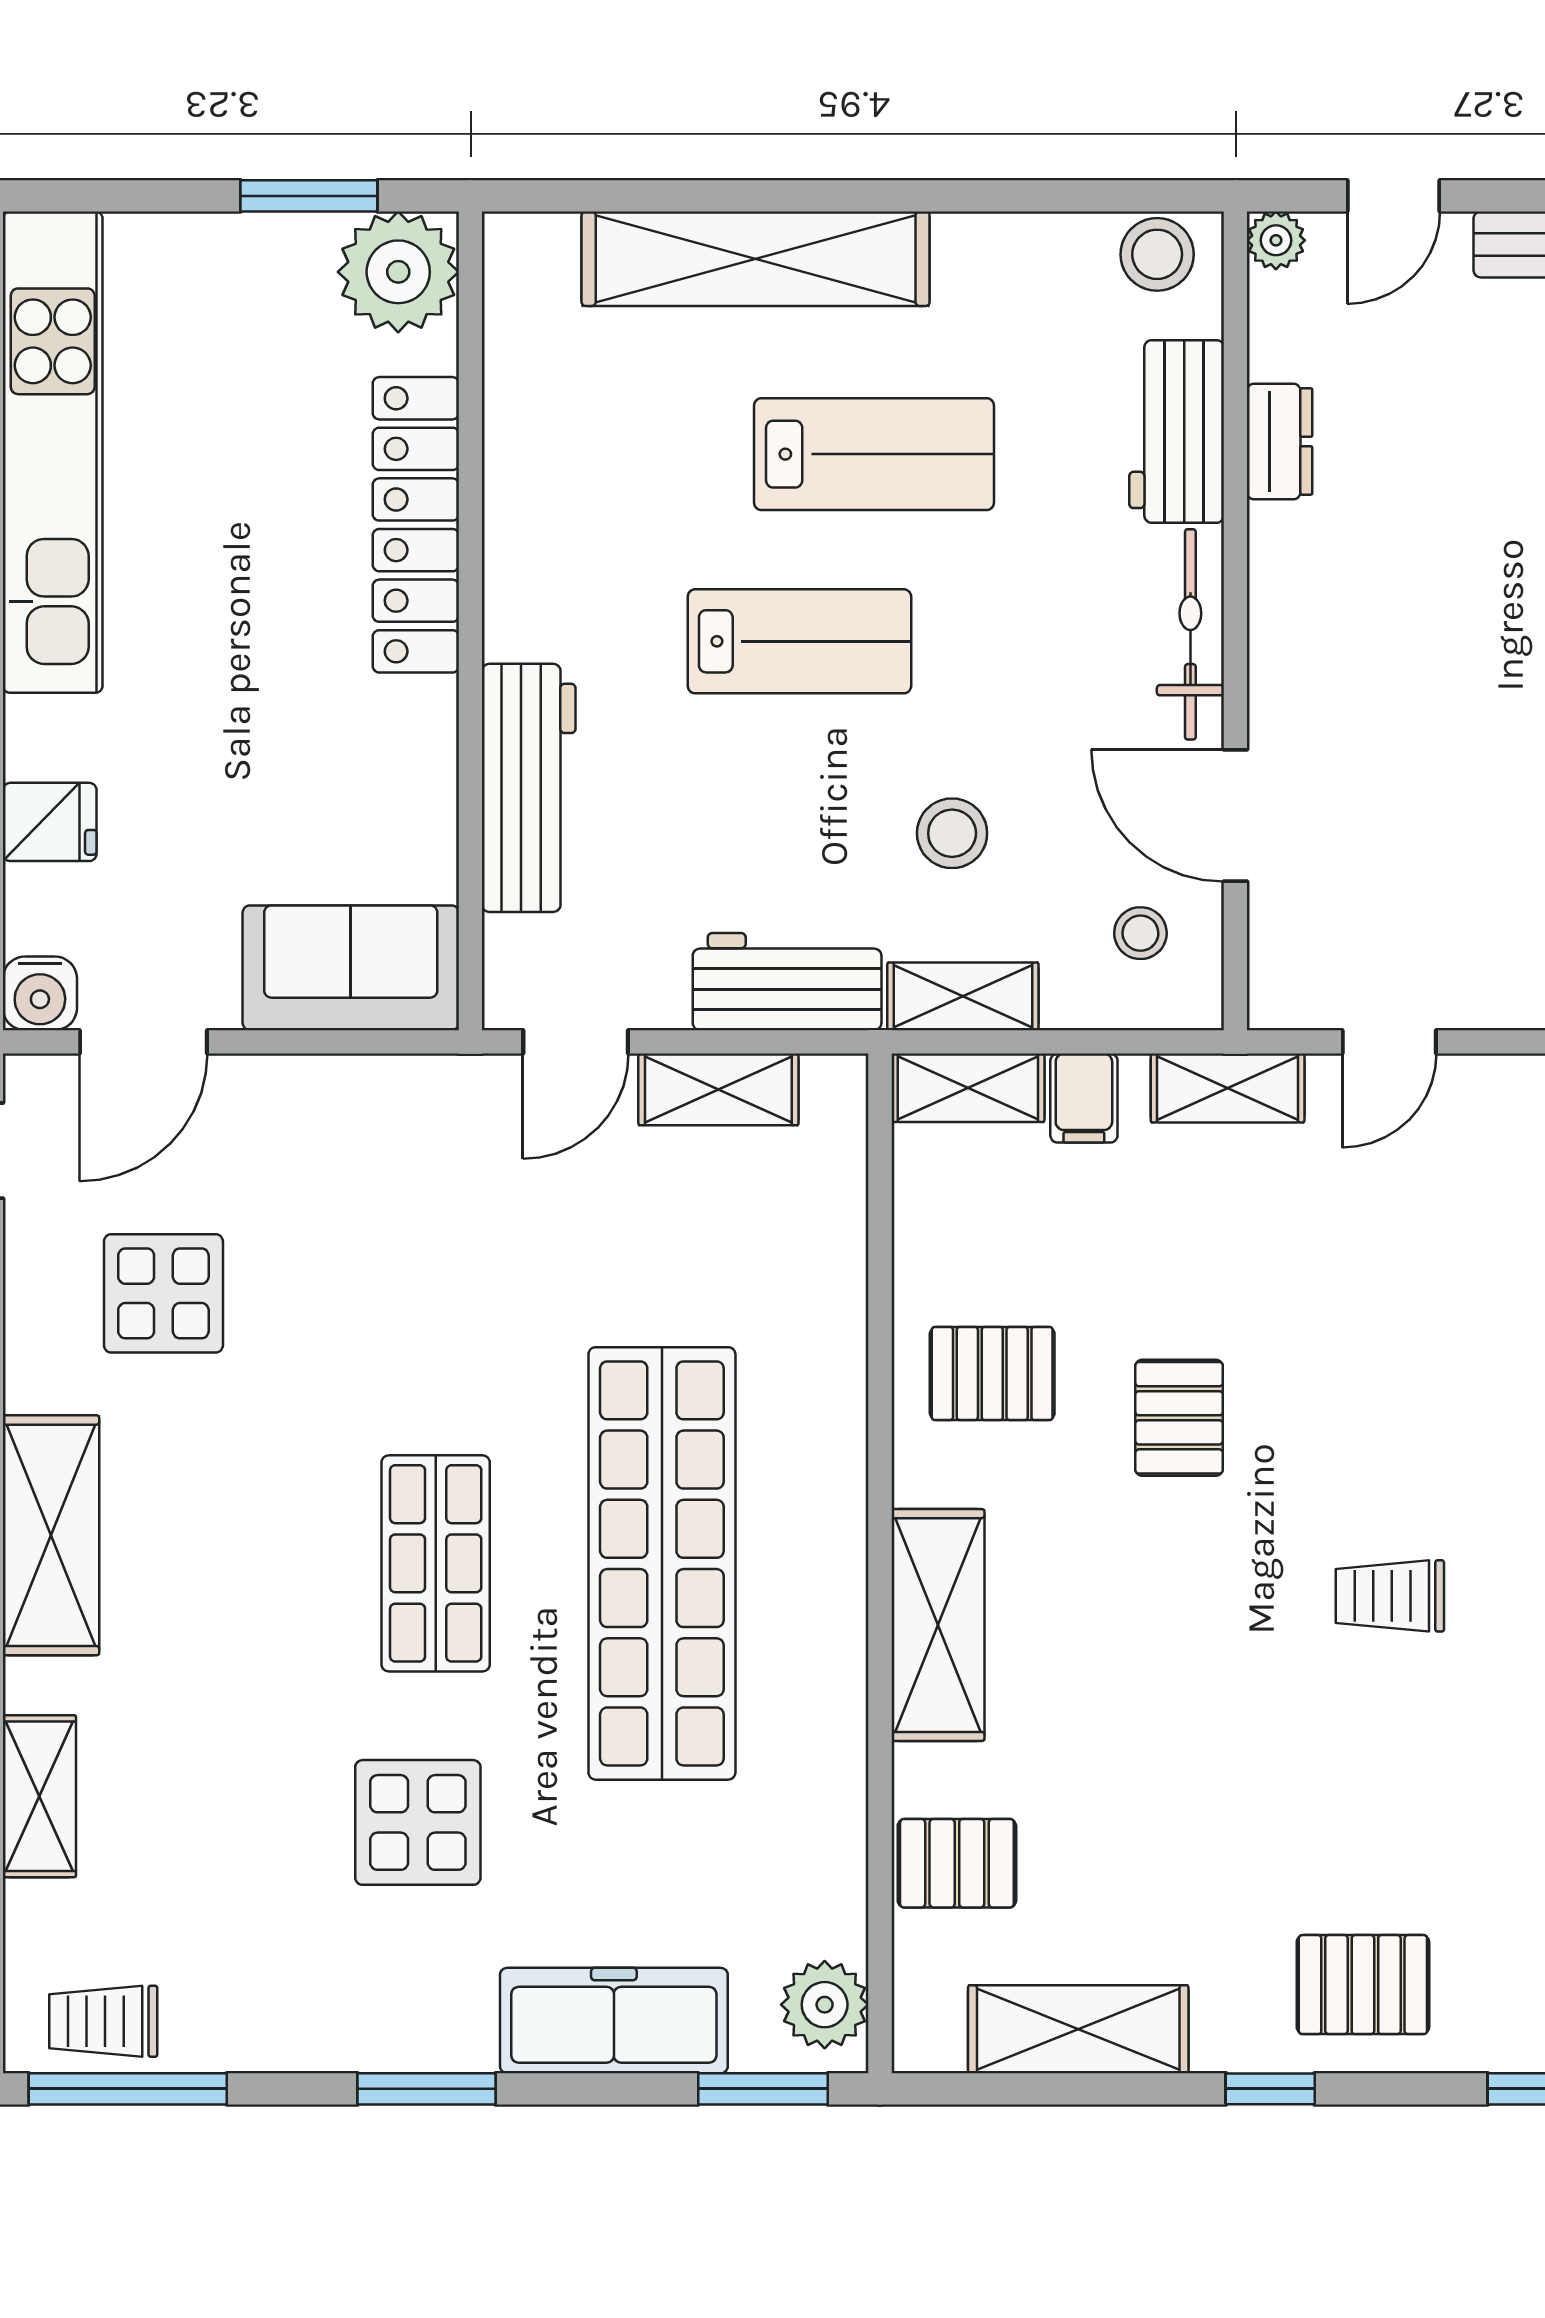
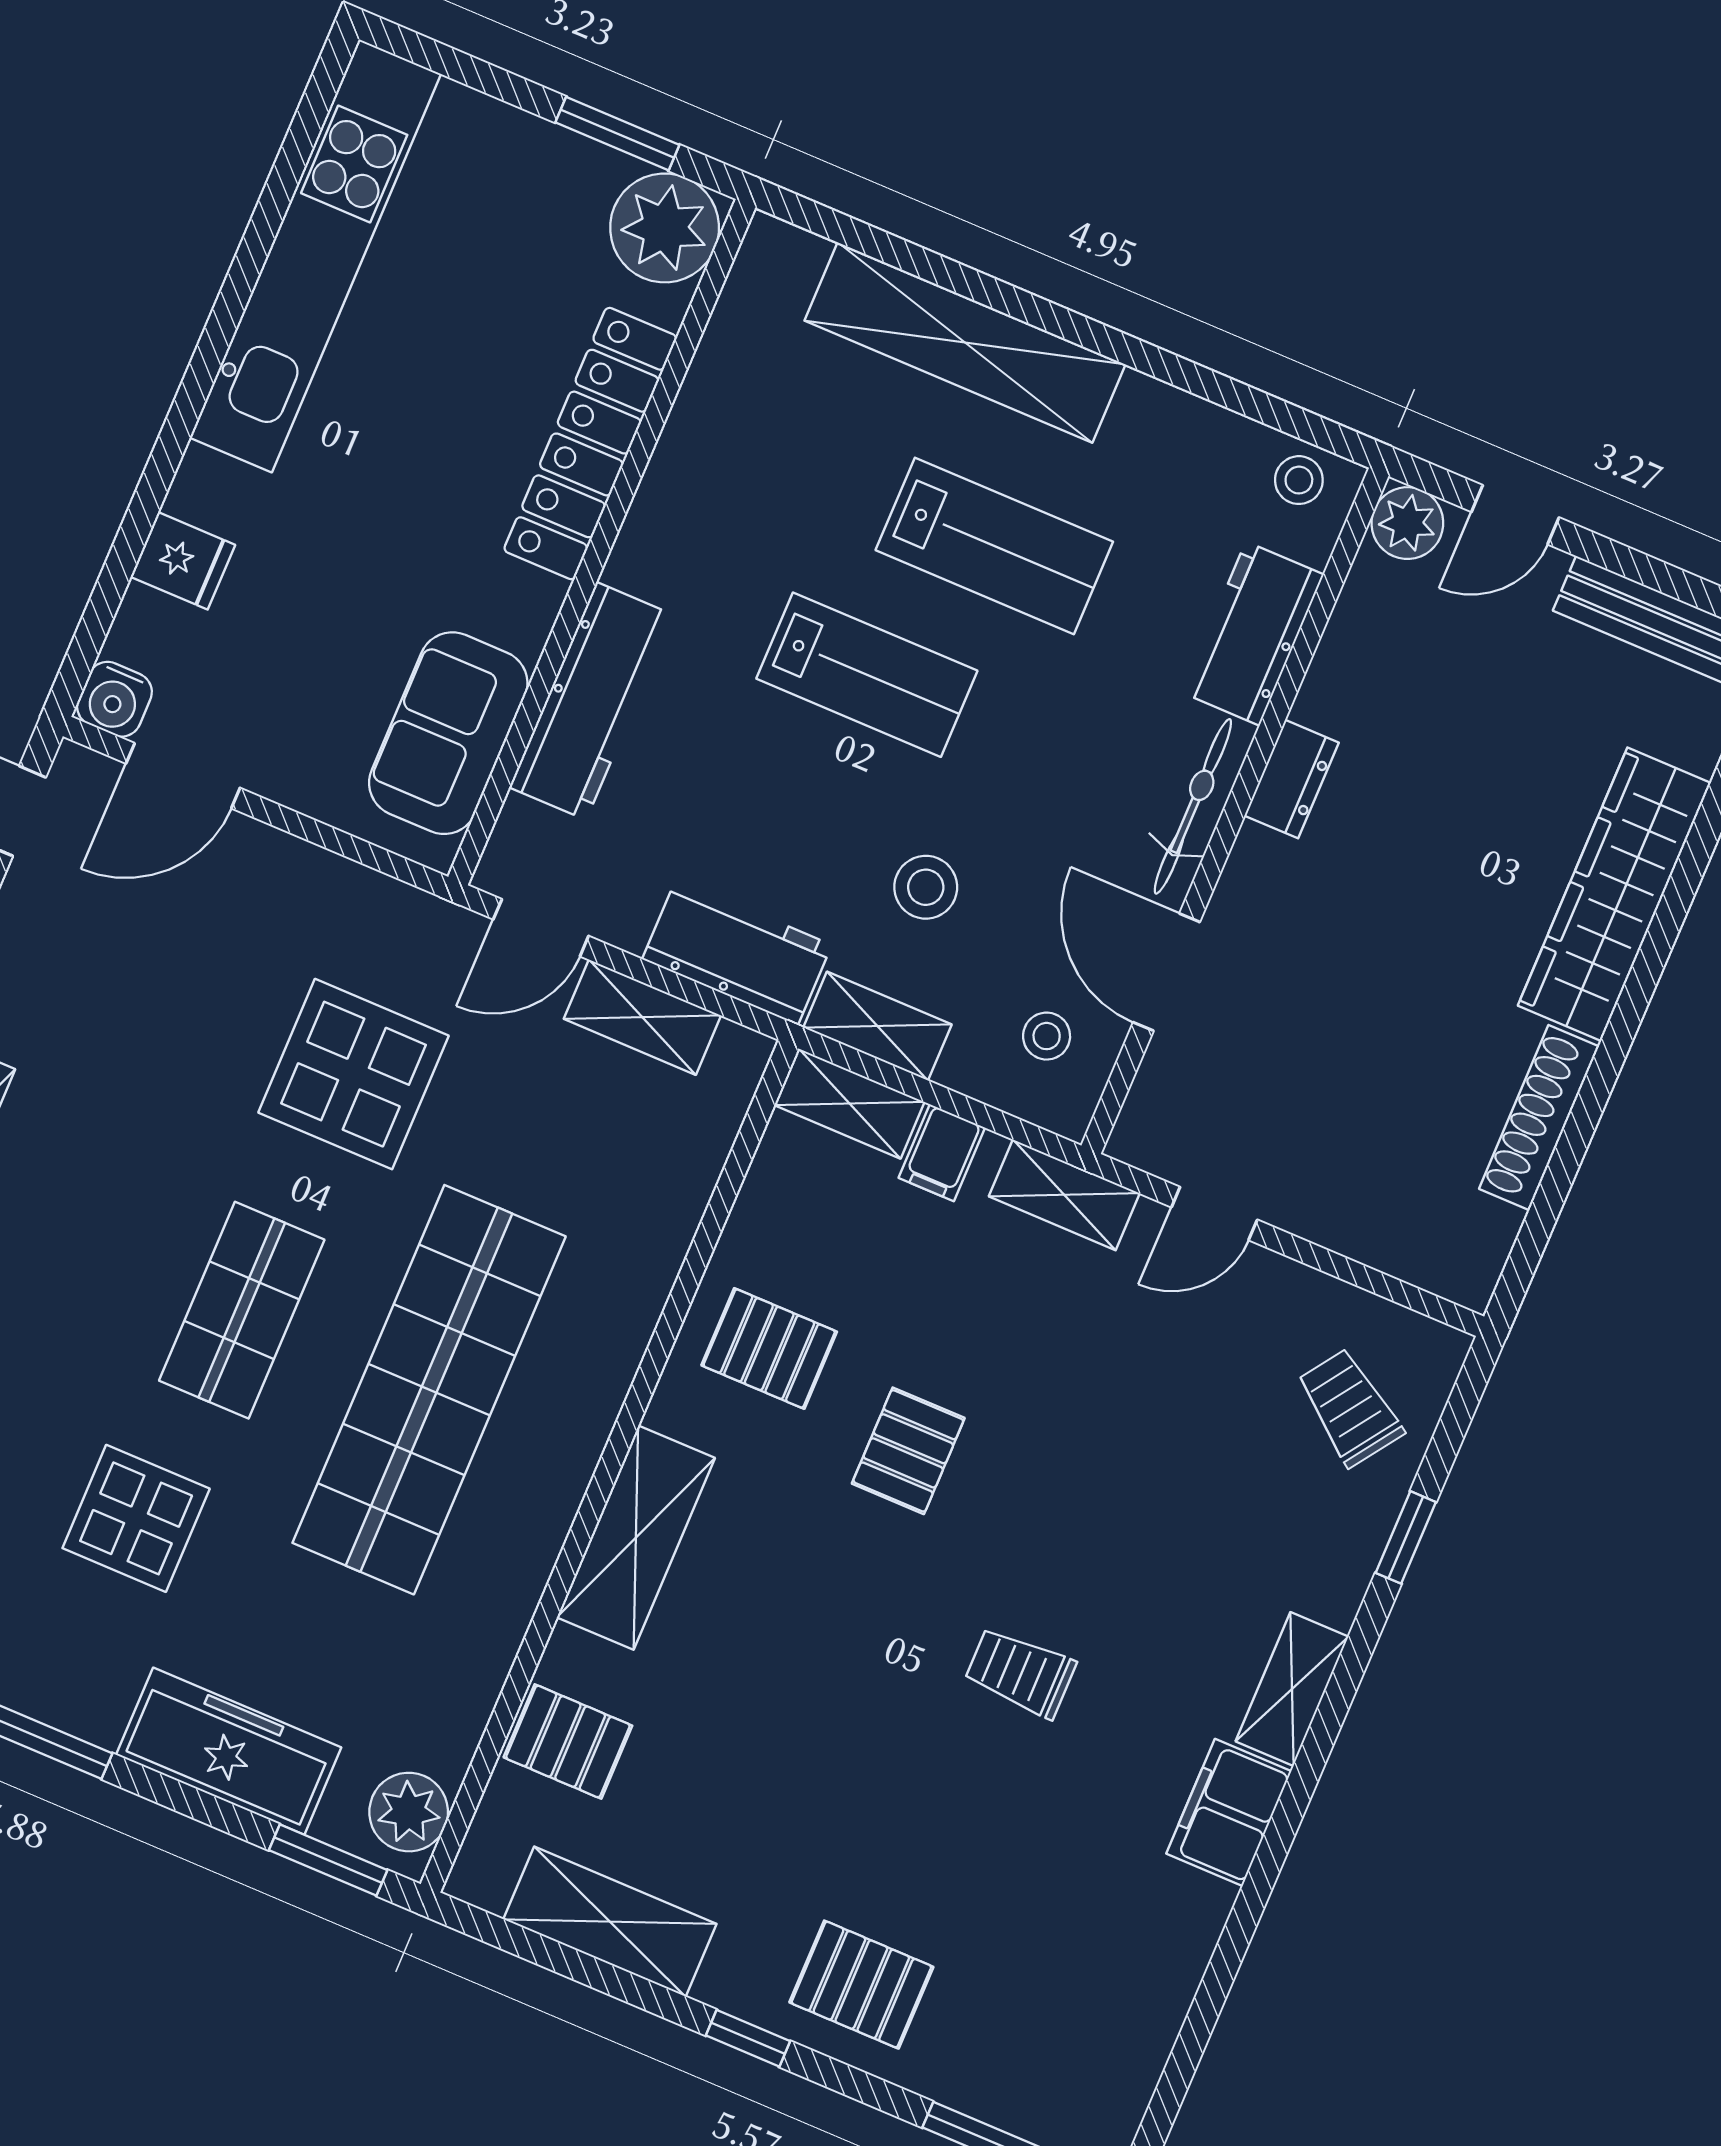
plant: (1276, 240) -> (1407, 523), width x1.38, depth x1.38
stool: (1157, 254) -> (1299, 480), width x0.73, depth x0.73
dresser: (1280, 441) -> (1292, 779), moved
sofa: (351, 968) -> (448, 733), moved, turned -90
display table: (163, 1293) -> (353, 1074), moved, width x1.36, depth x1.36

